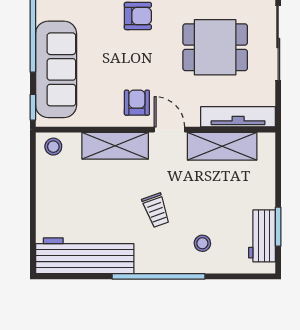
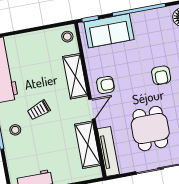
sofa: (56, 69) -> (109, 31), width x0.73
stool: (202, 243) -> (15, 130), moved

